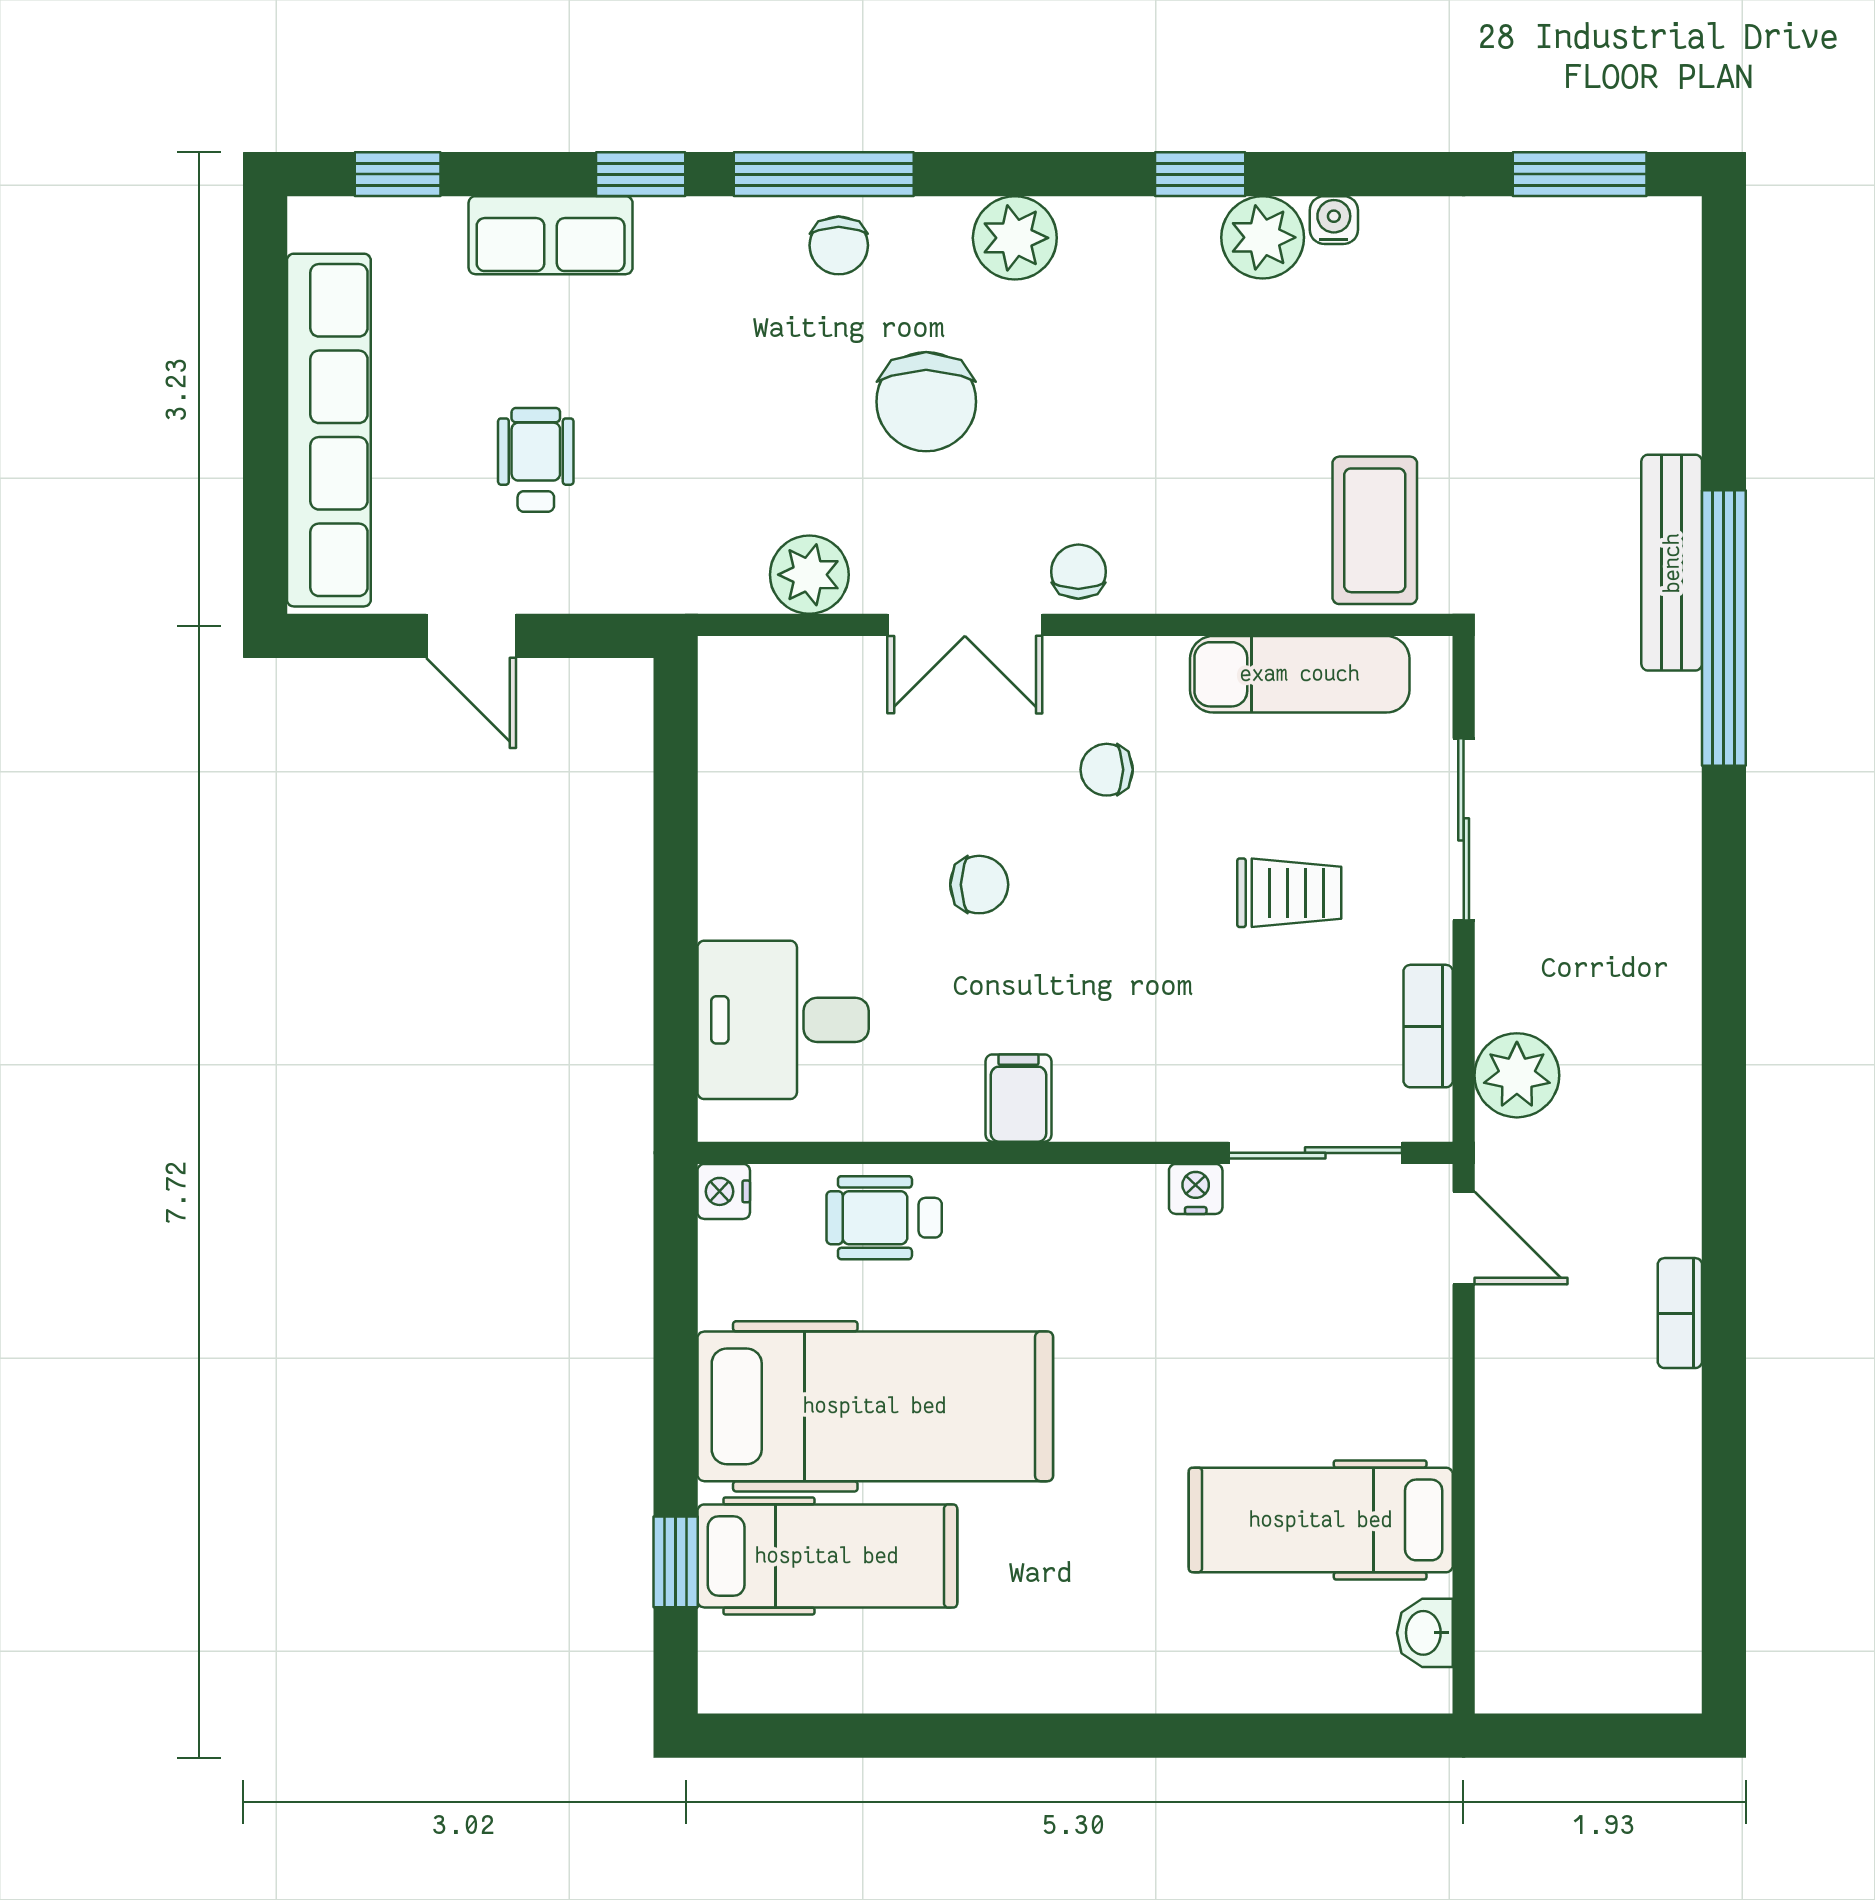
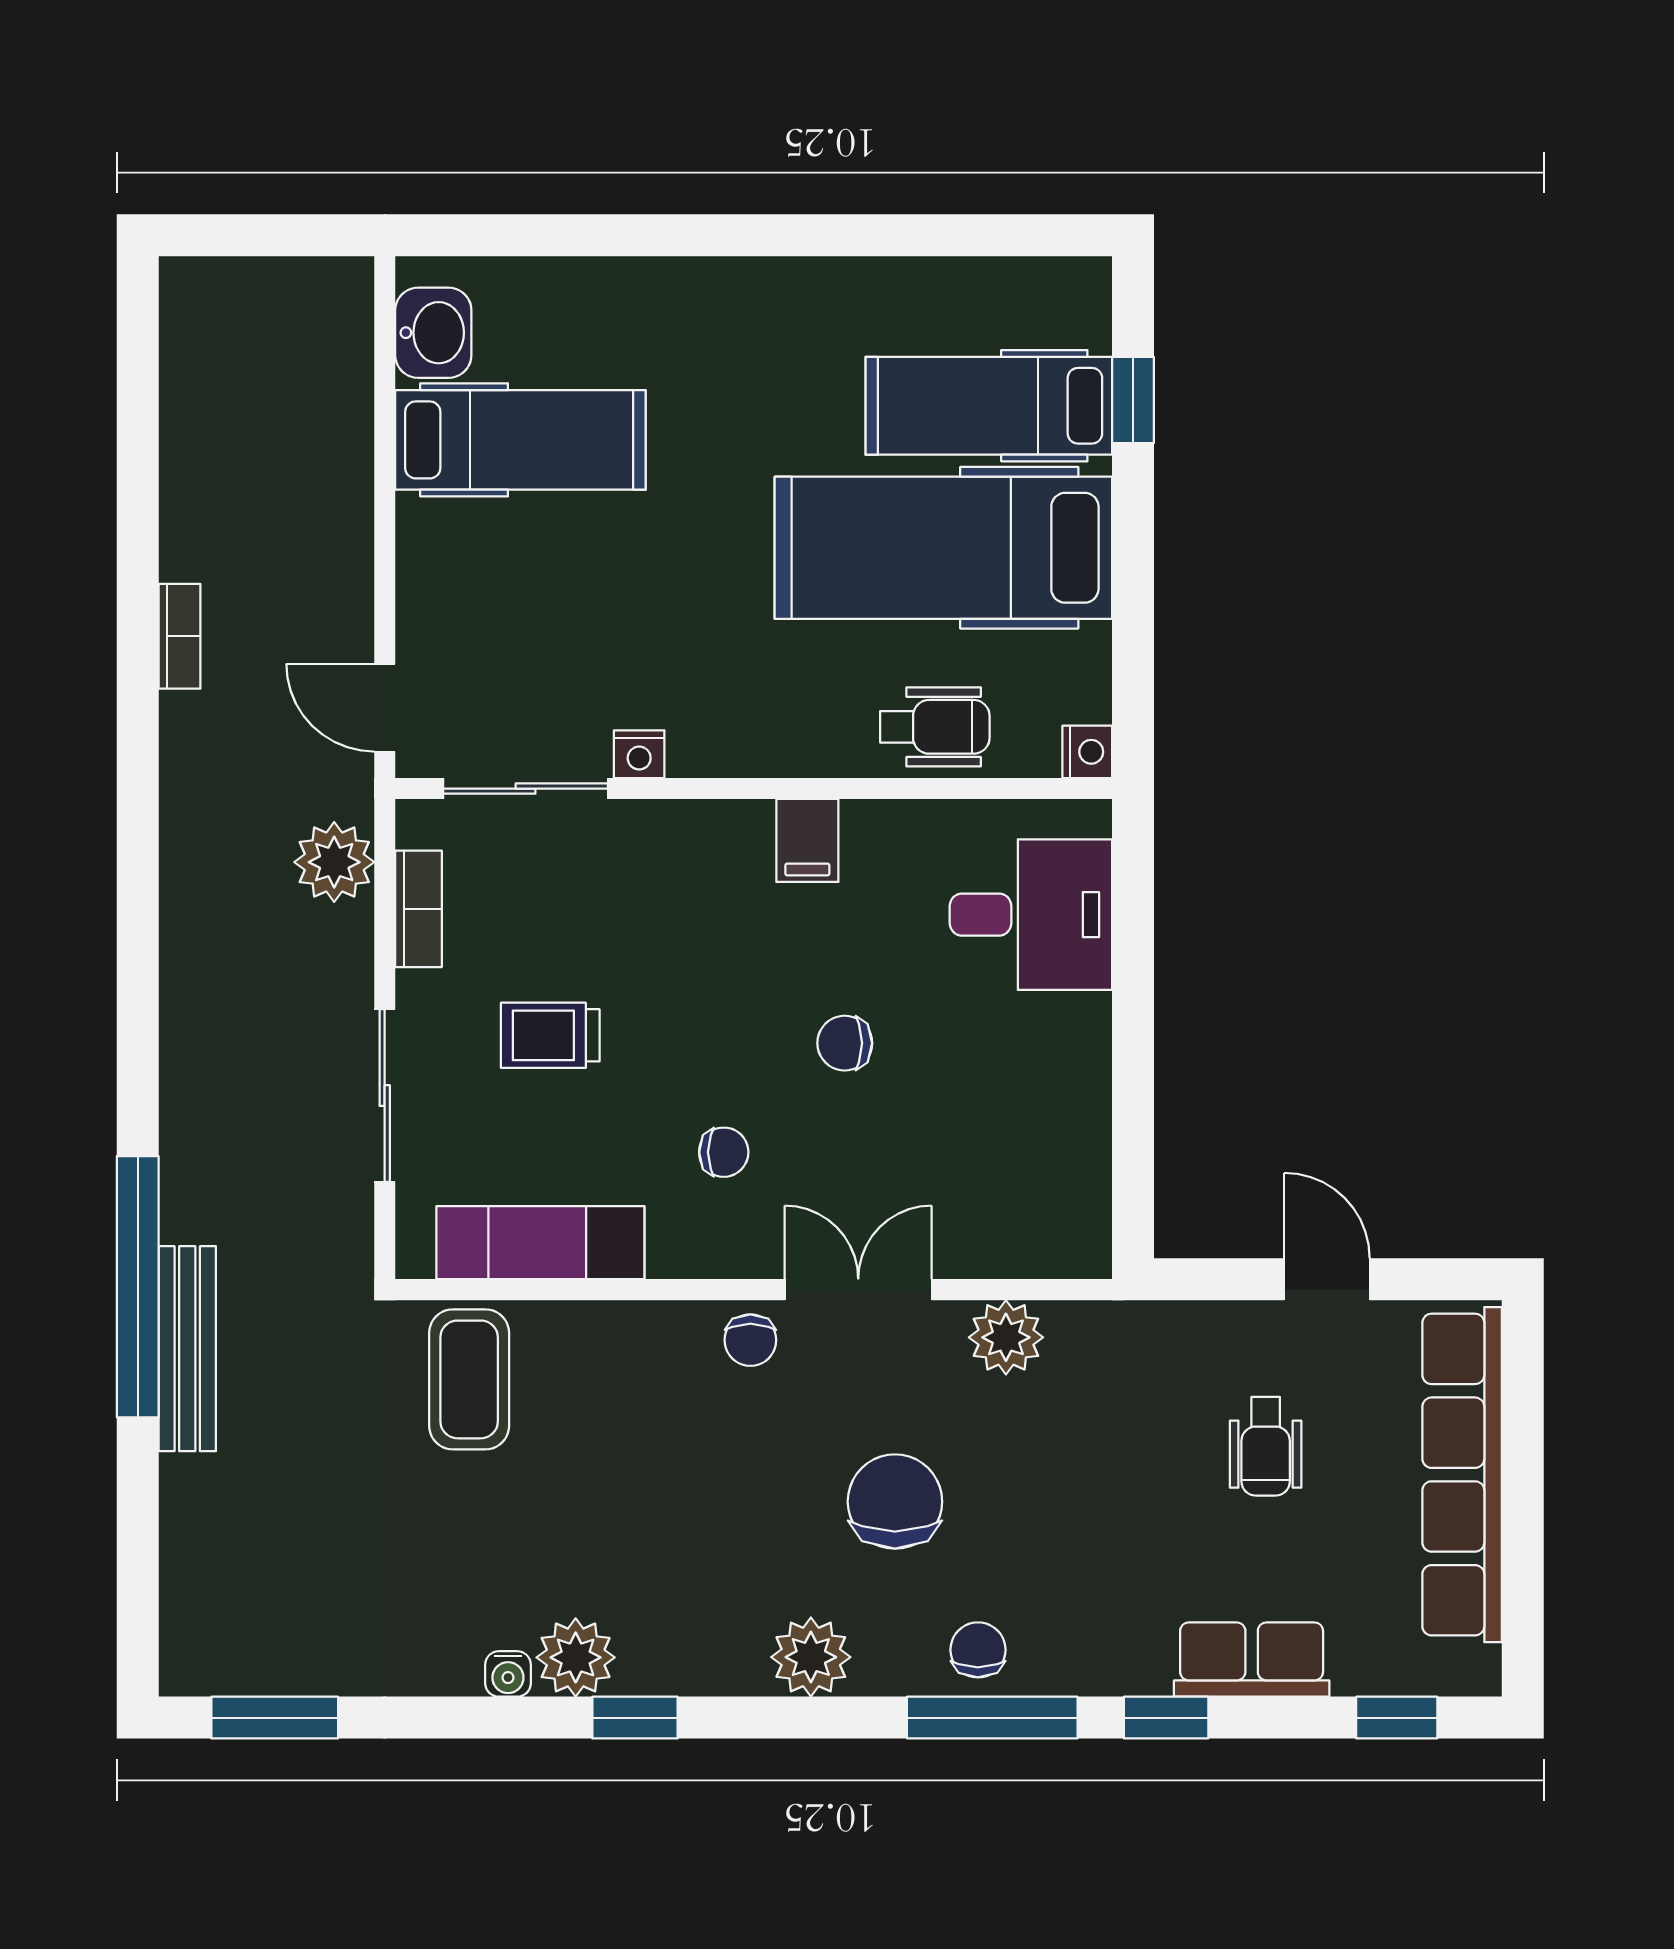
washbasin: (1425, 1633) -> (433, 333), width x1.38, depth x1.45

